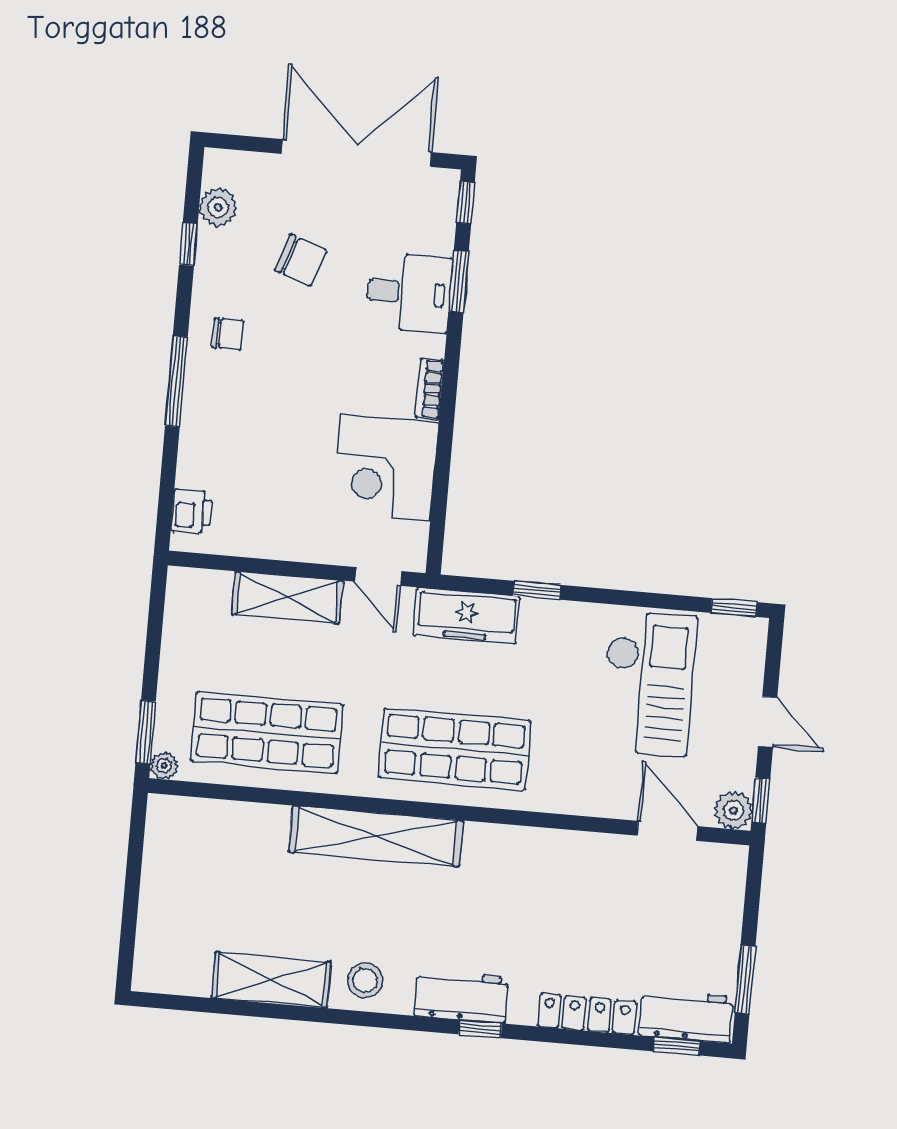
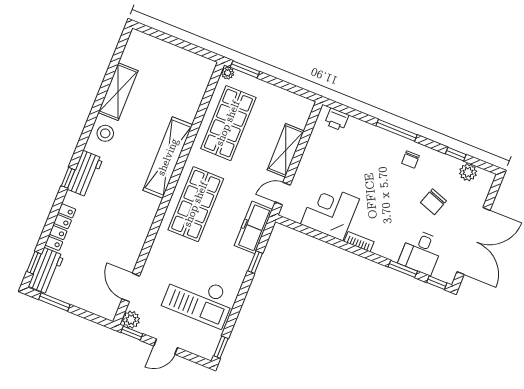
desk: (409, 293) -> (421, 252), moved
door: (667, 831) -> (131, 287), swing flipped

